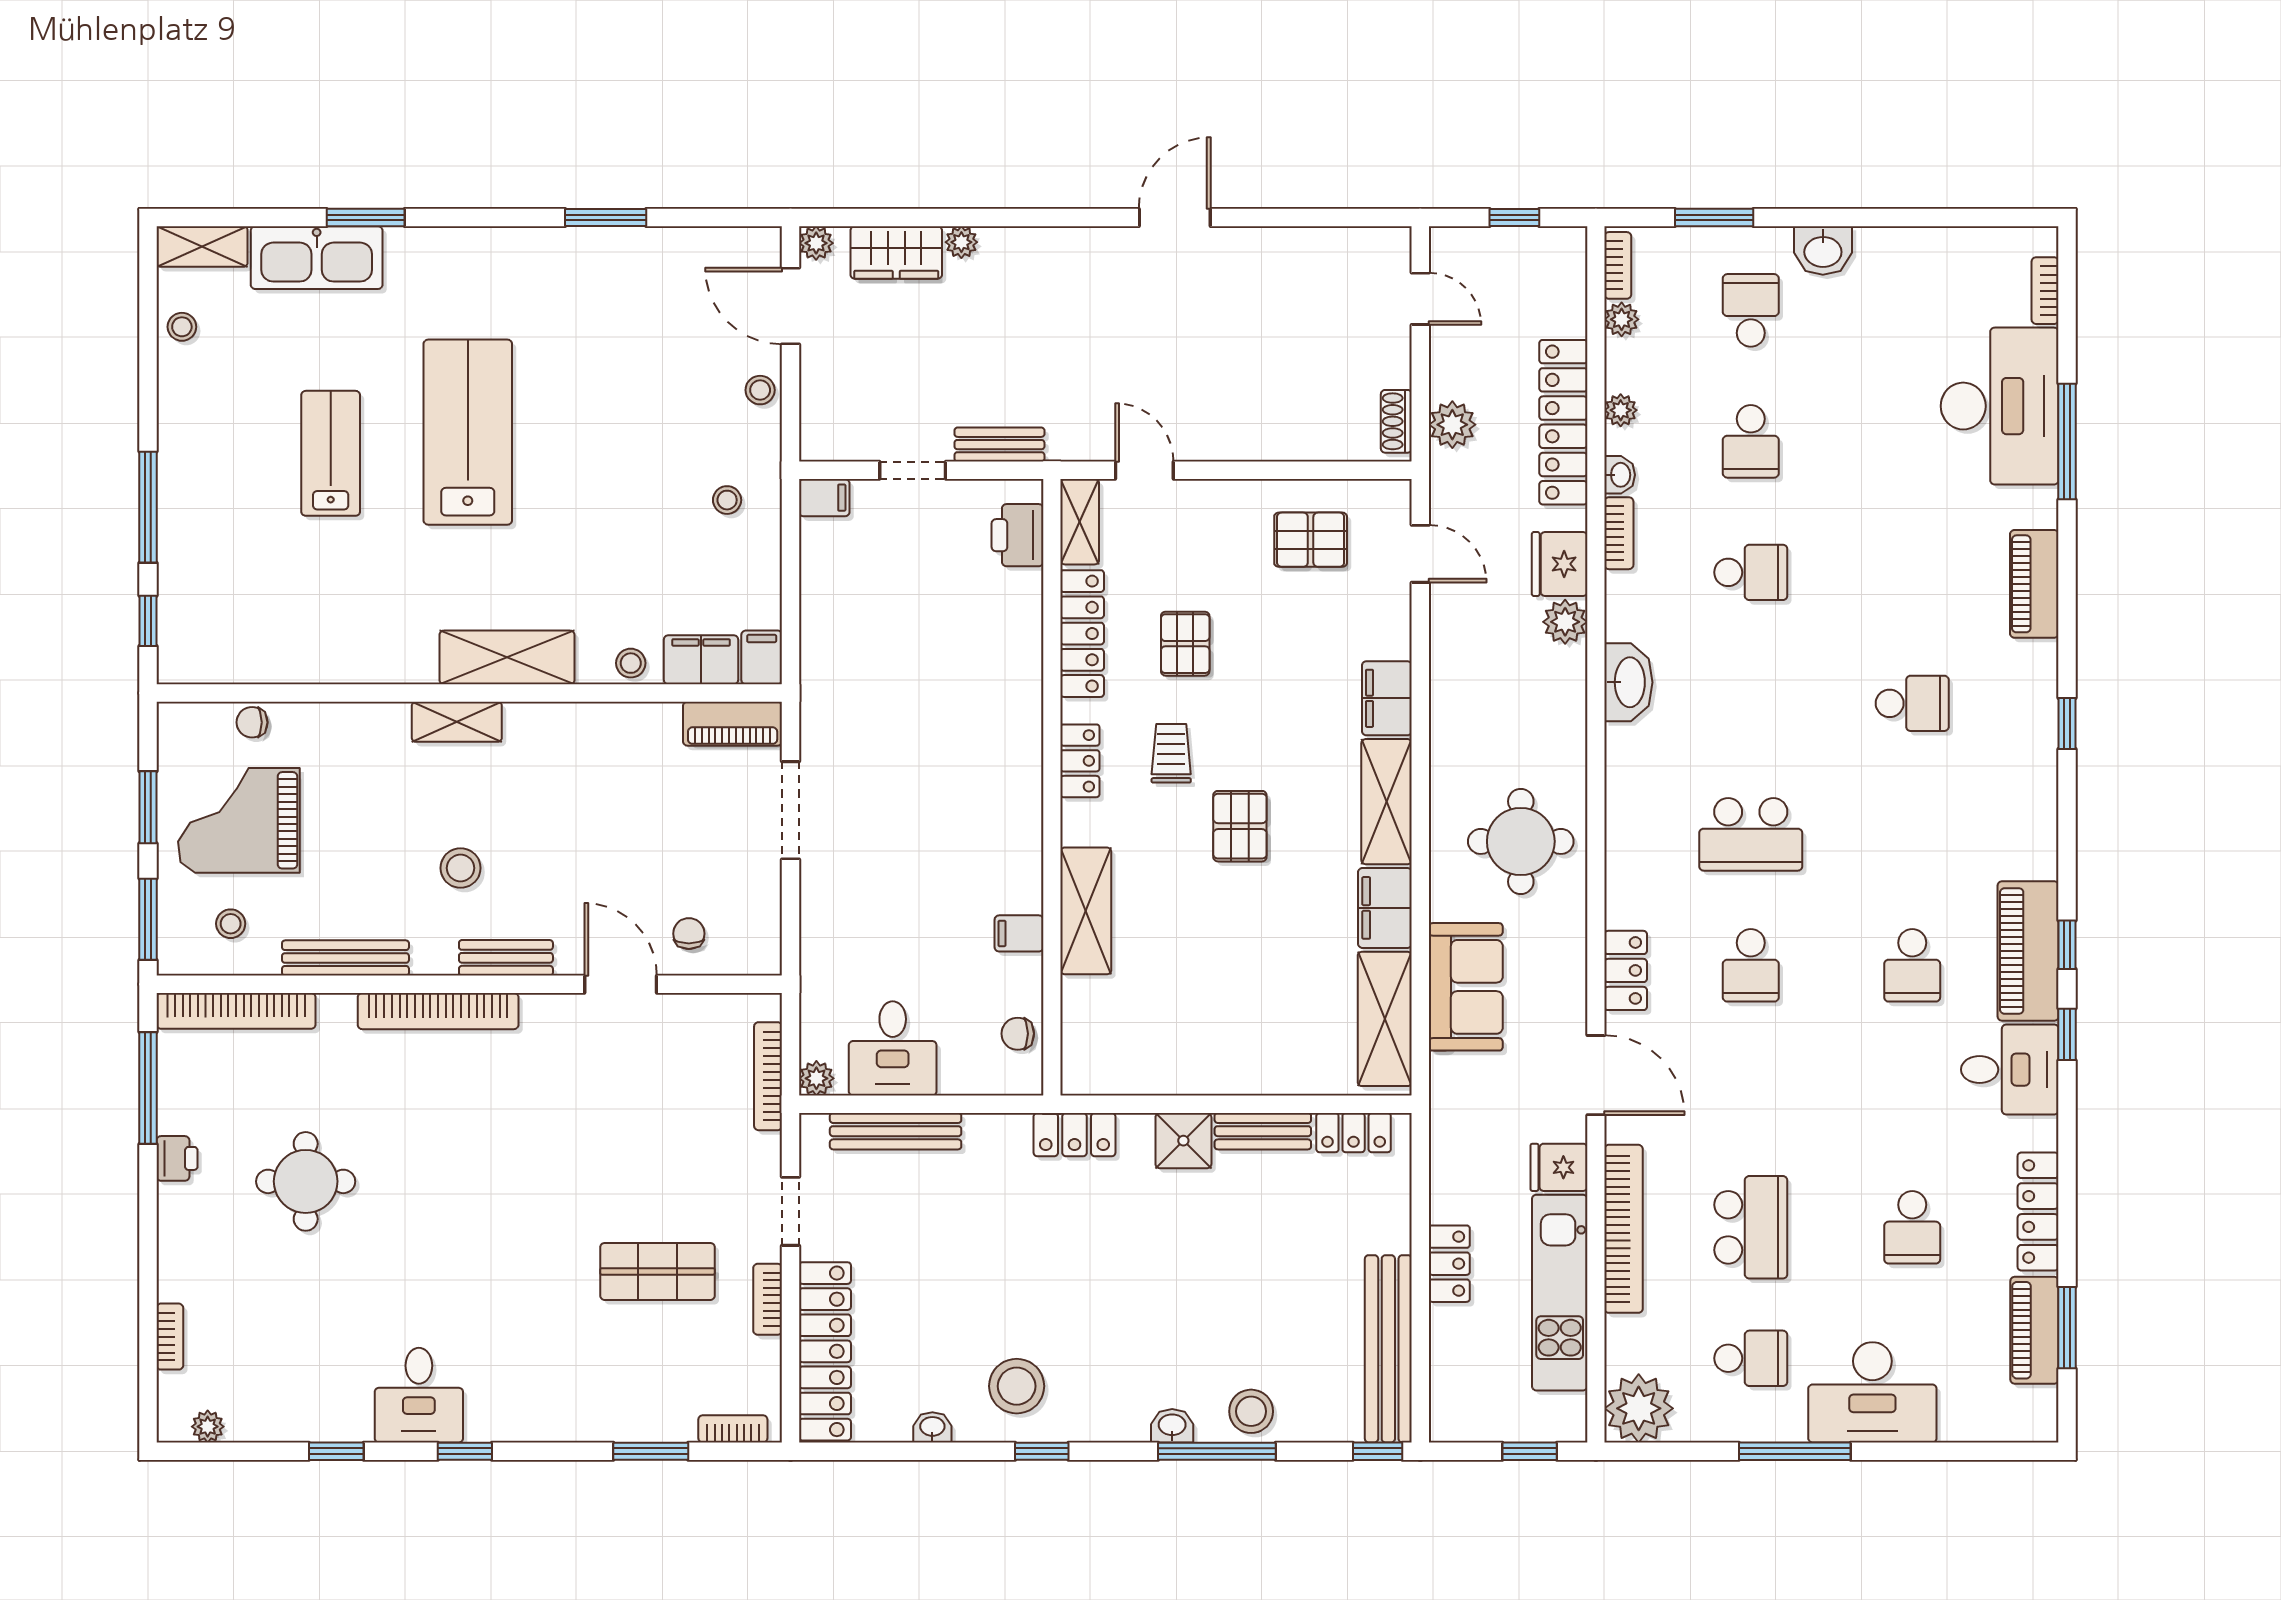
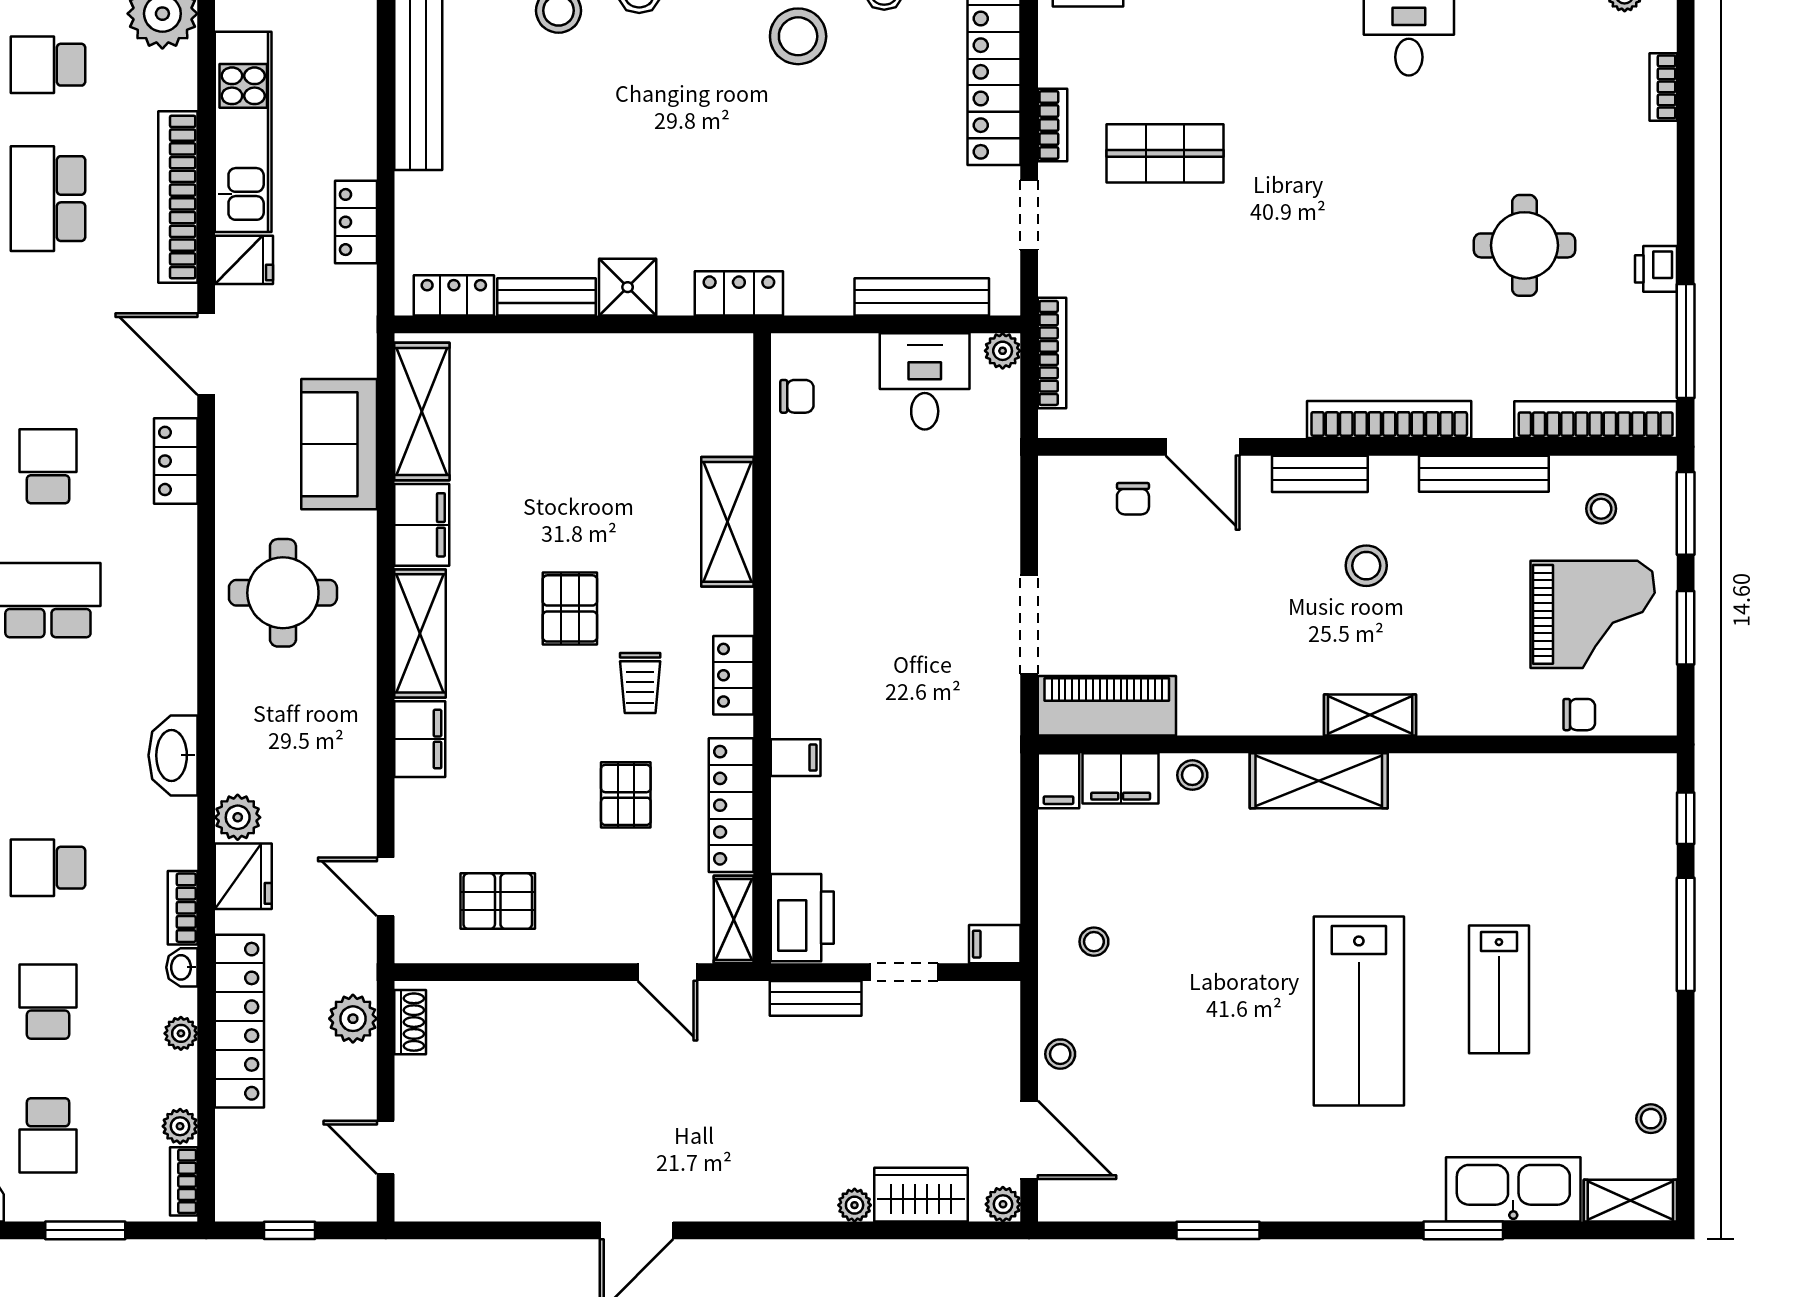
printer: (1017, 535) -> (802, 918), width x1.37, depth x1.19
piano: (733, 724) -> (1107, 706), width x1.37, depth x1.33
filing cabinet: (1019, 933) -> (796, 758), moved
locker: (1449, 1264) -> (356, 222), moved

